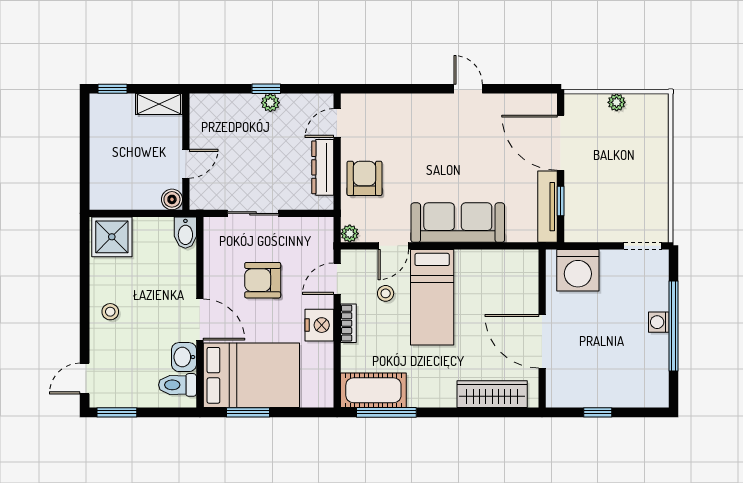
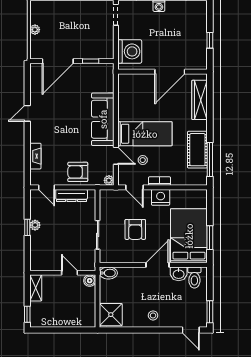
fireplace: (392, 103) -> (35, 156), added
tv unit: (547, 207) -> (94, 69), removed
cot: (373, 390) -> (197, 150), moved

